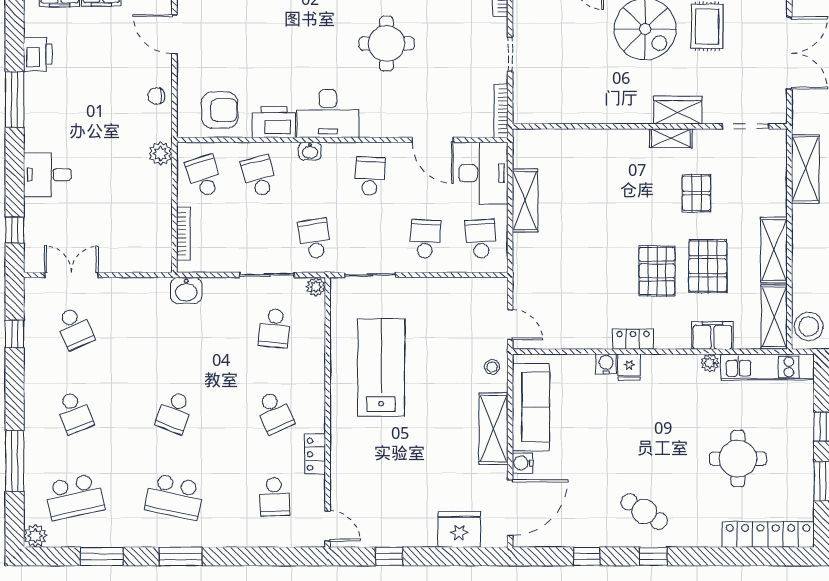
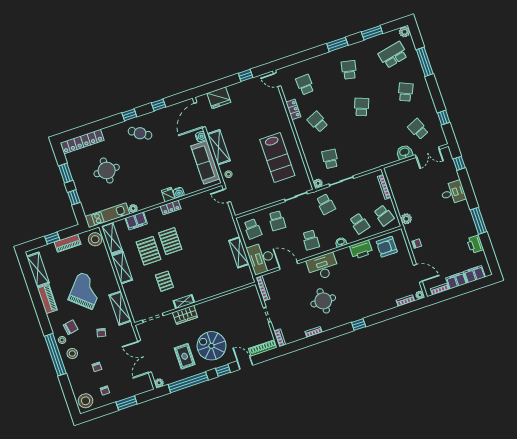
desk: (328, 113) -> (323, 267), moved
washbasin: (186, 290) -> (404, 152), moved
school desk: (74, 412) -> (406, 92), turned 45
school desk: (174, 497) -> (349, 70), width x0.54

